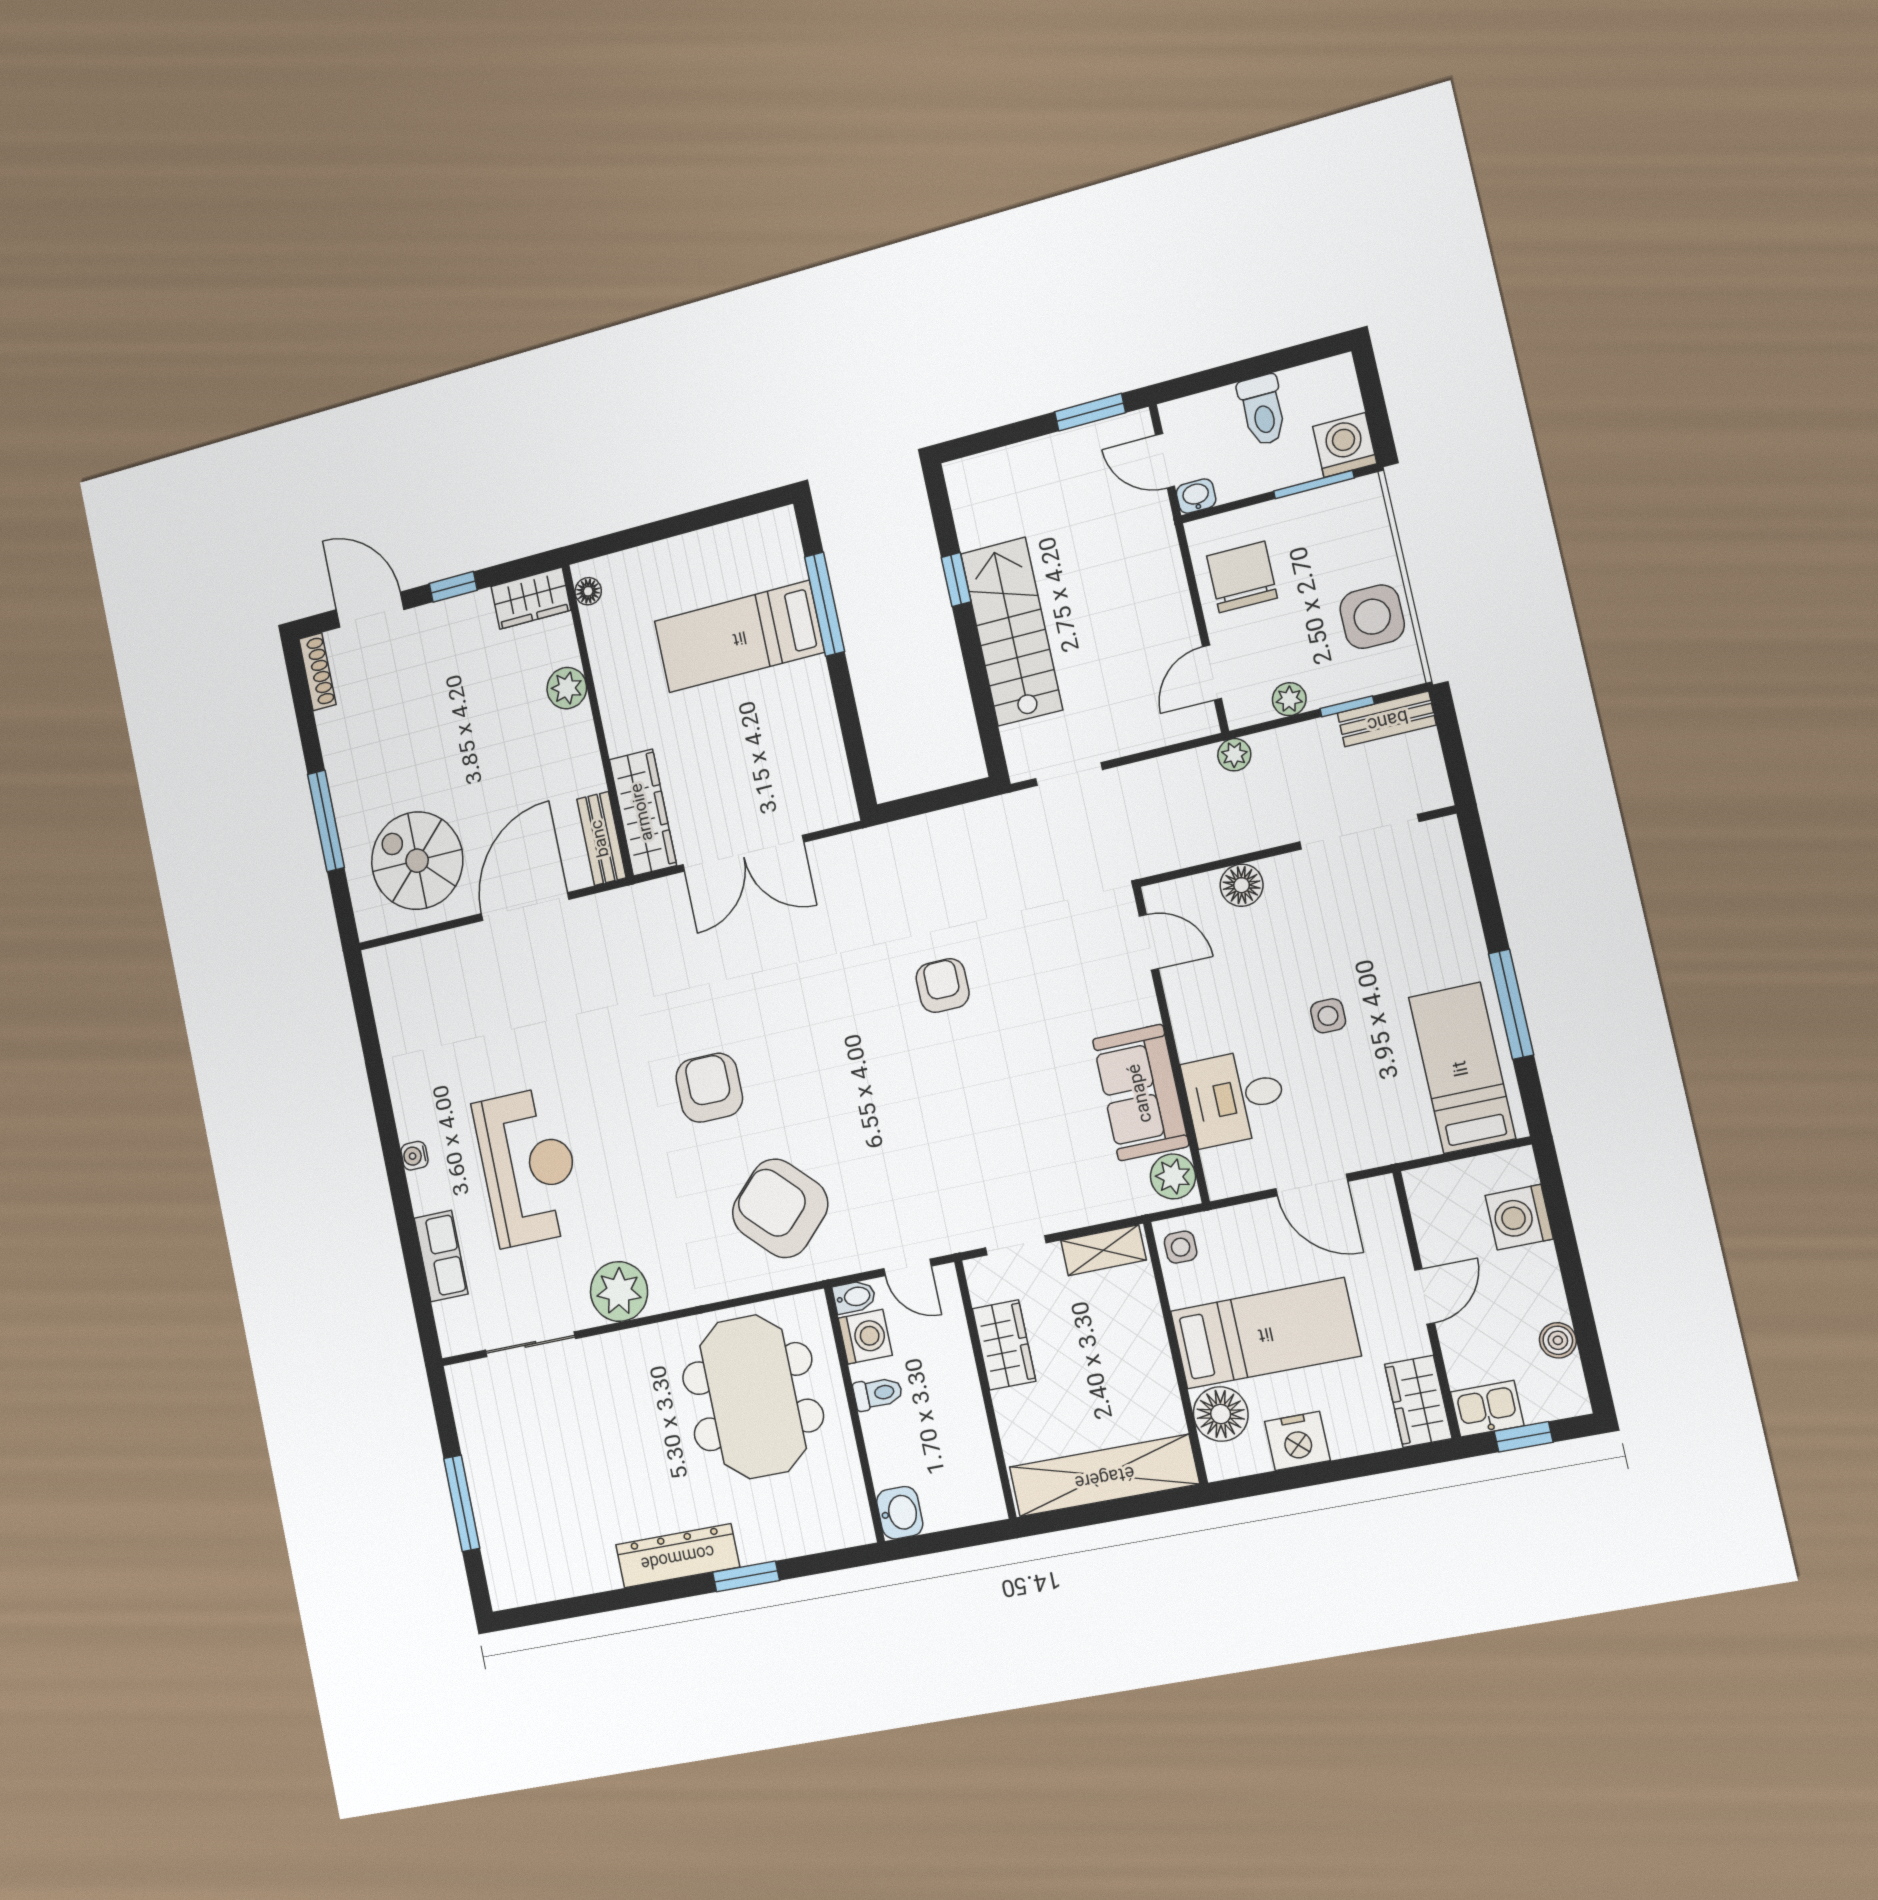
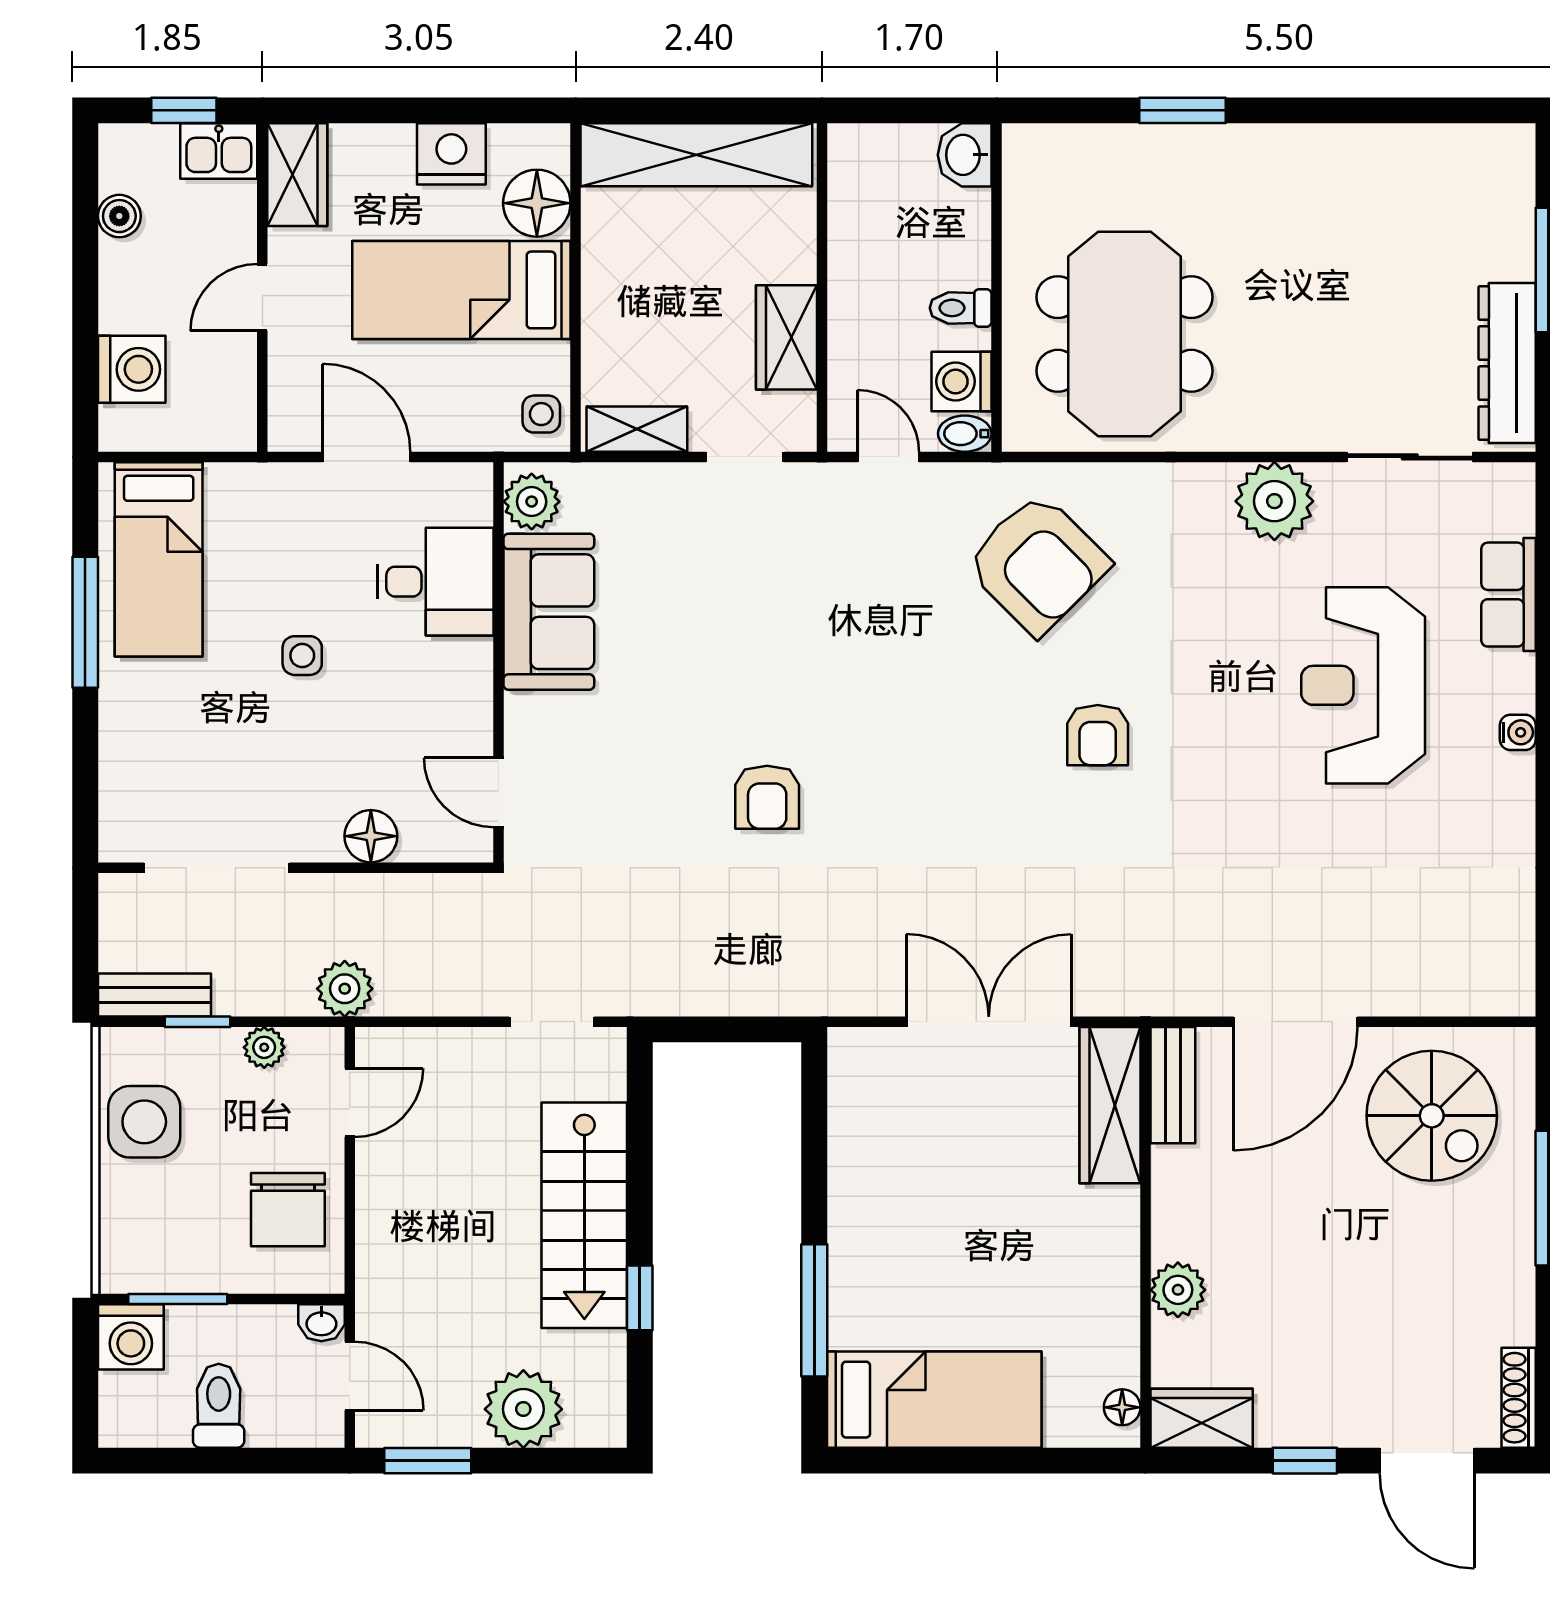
plant: (1026, 472) -> (523, 1409), added
bed: (739, 637) -> (934, 1400), moved
plant: (1234, 755) -> (345, 989), width x1.38, depth x1.38
armchair: (709, 1088) -> (1098, 735), width x0.72, depth x0.72
dresser: (677, 1556) -> (1507, 363), moved, turned 90

